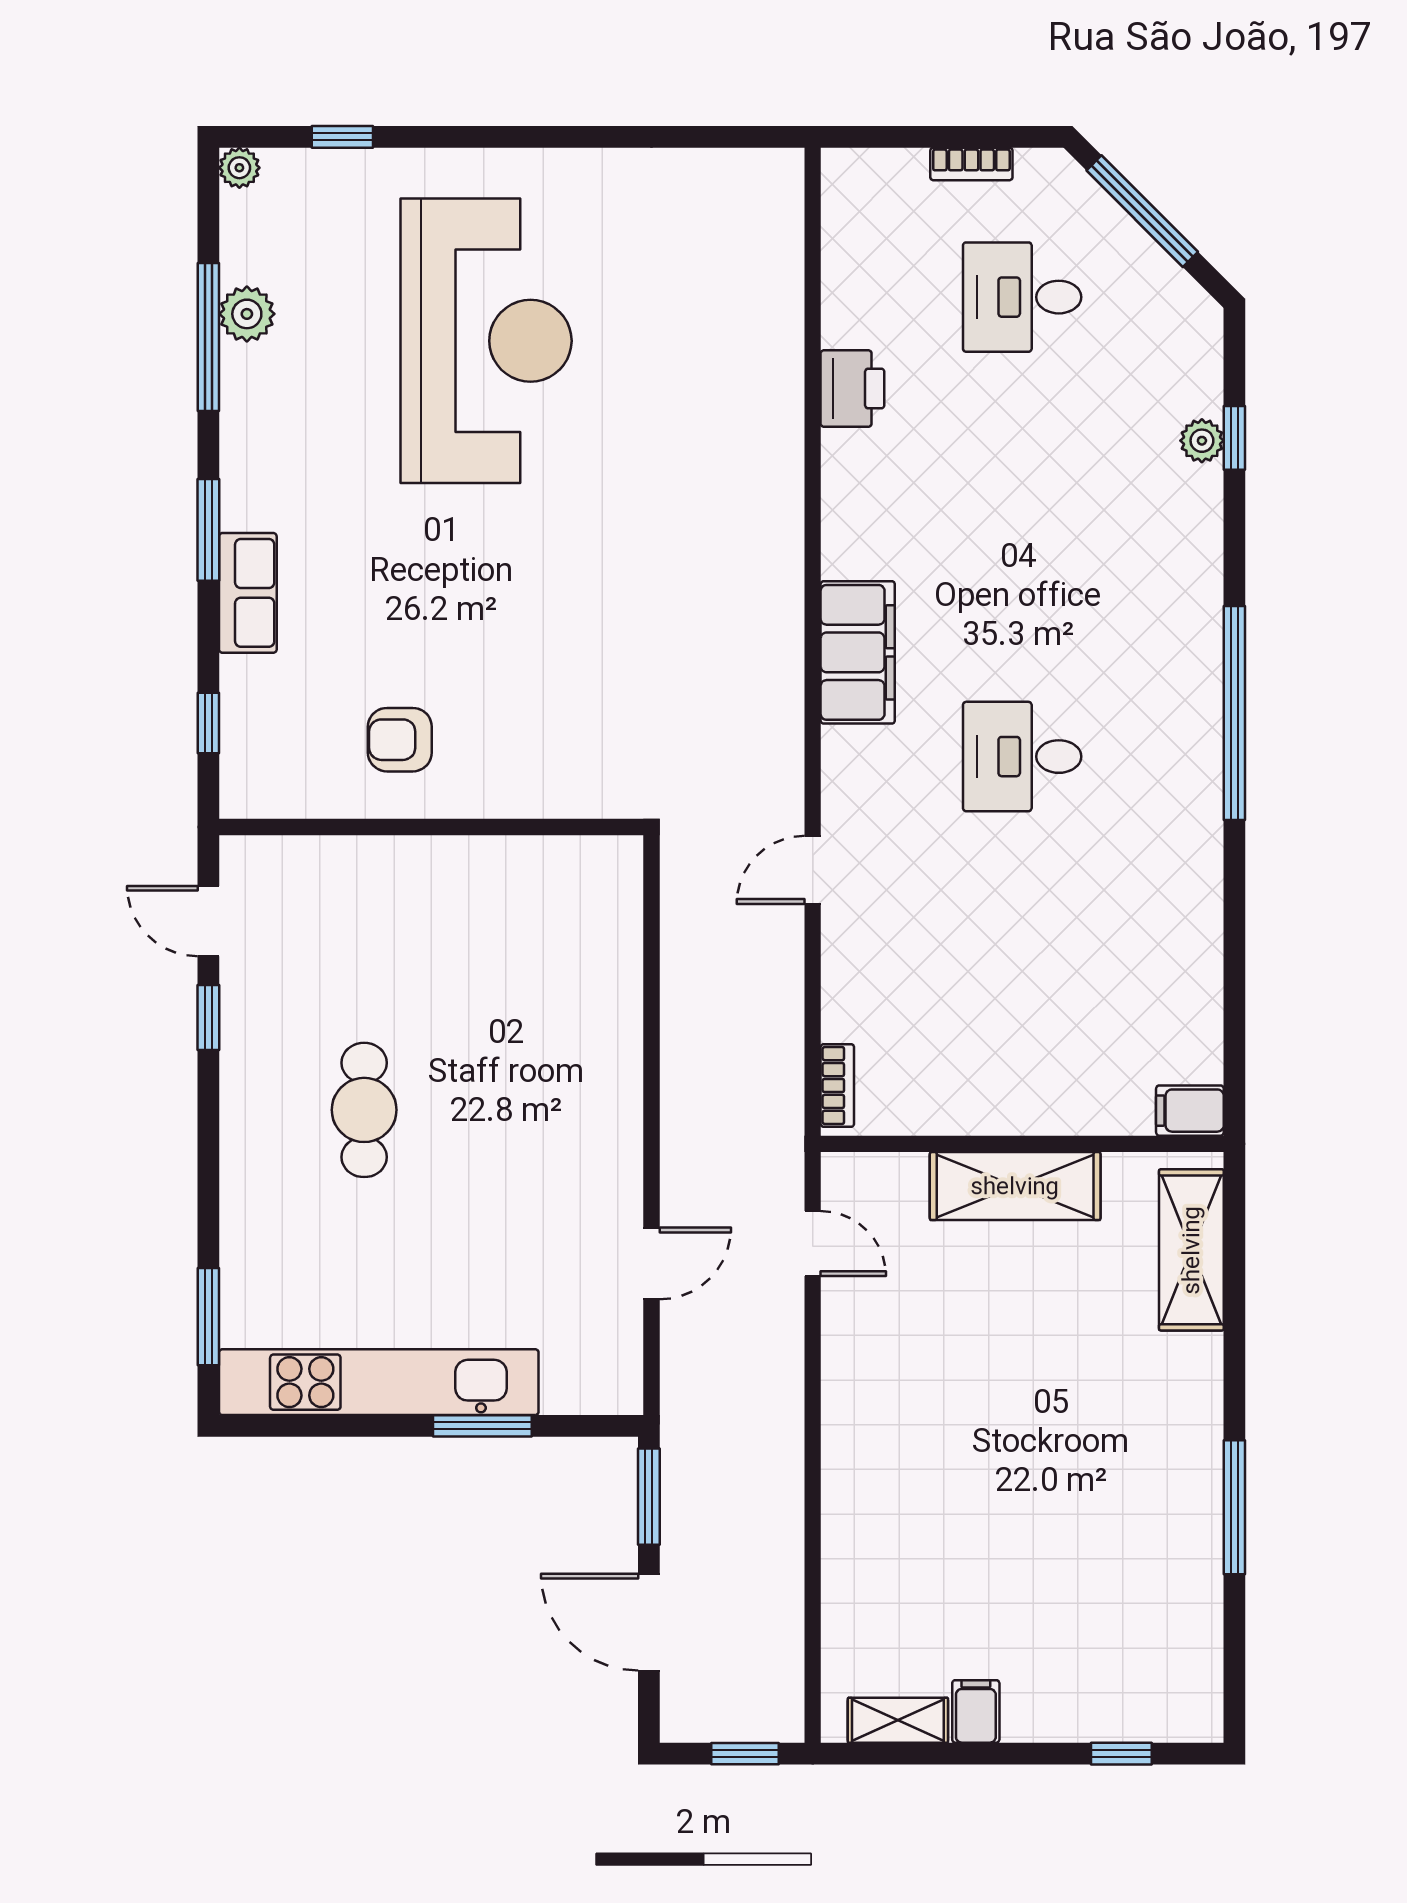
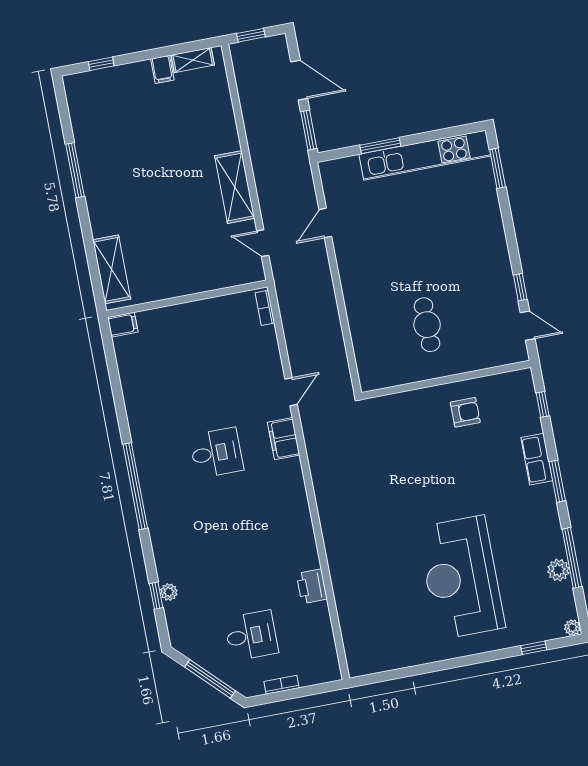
filing cabinet: (858, 652) -> (284, 439), moved, width x0.67, depth x0.86
cafe table: (364, 1110) -> (427, 325), moved
shelving: (1015, 1186) -> (235, 187), moved, turned 90

